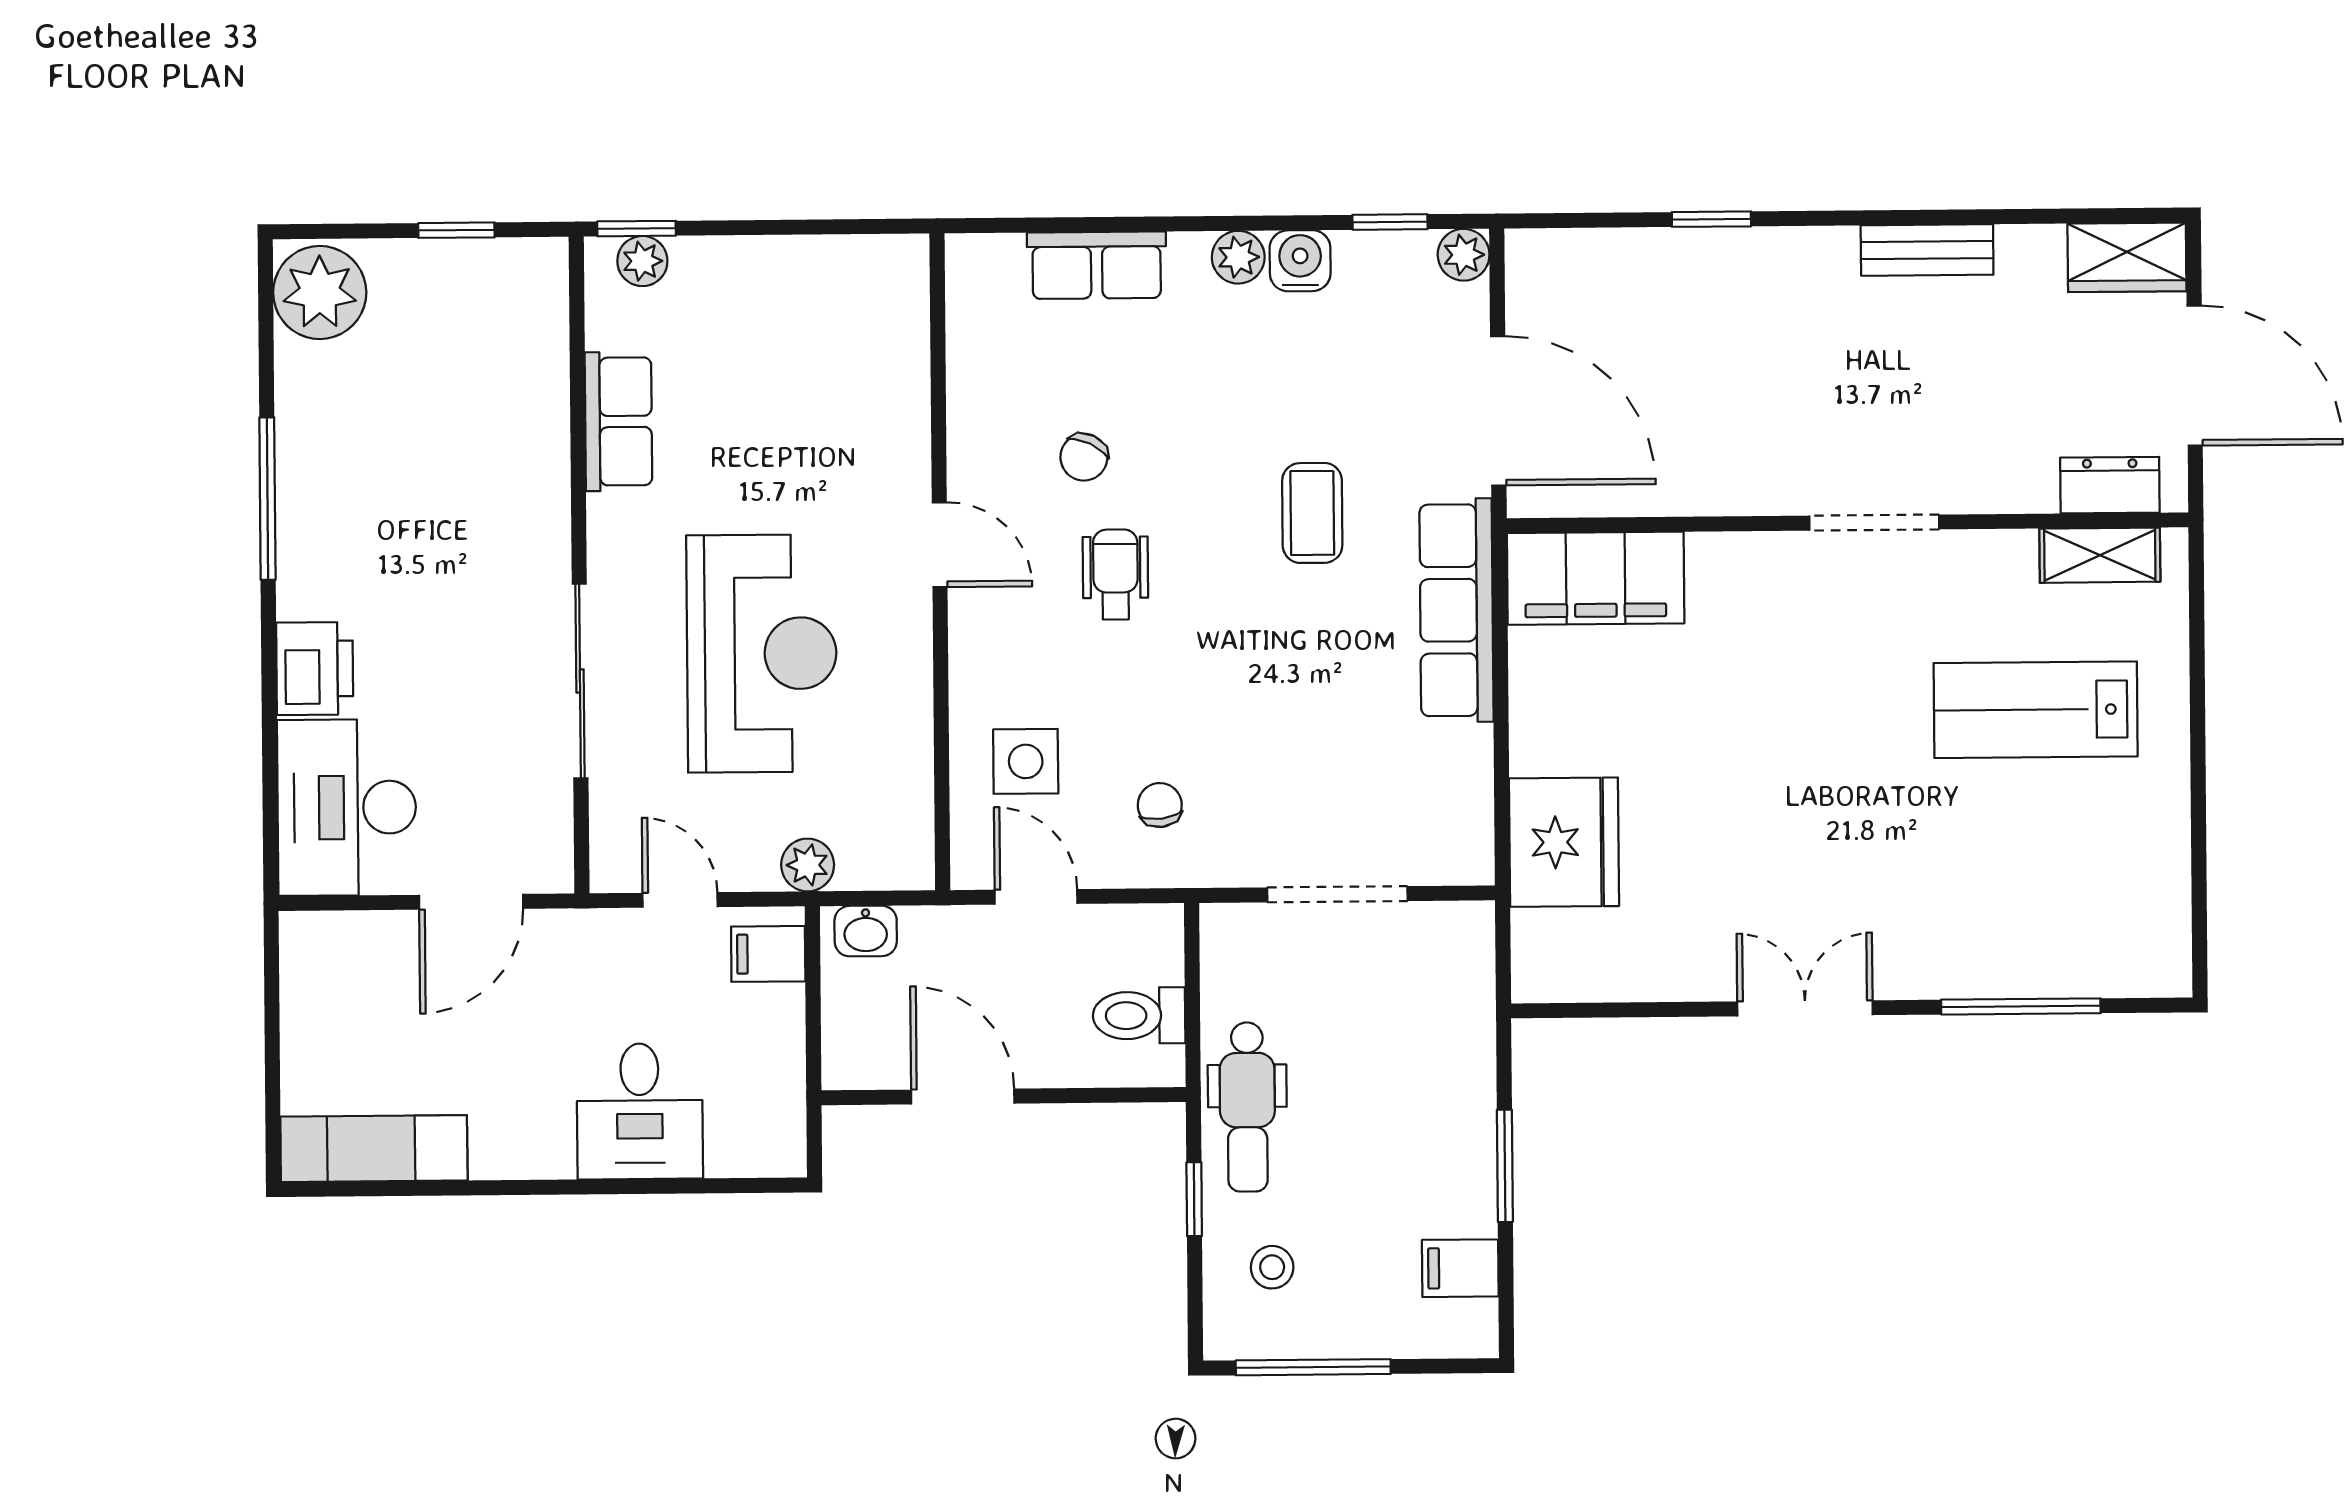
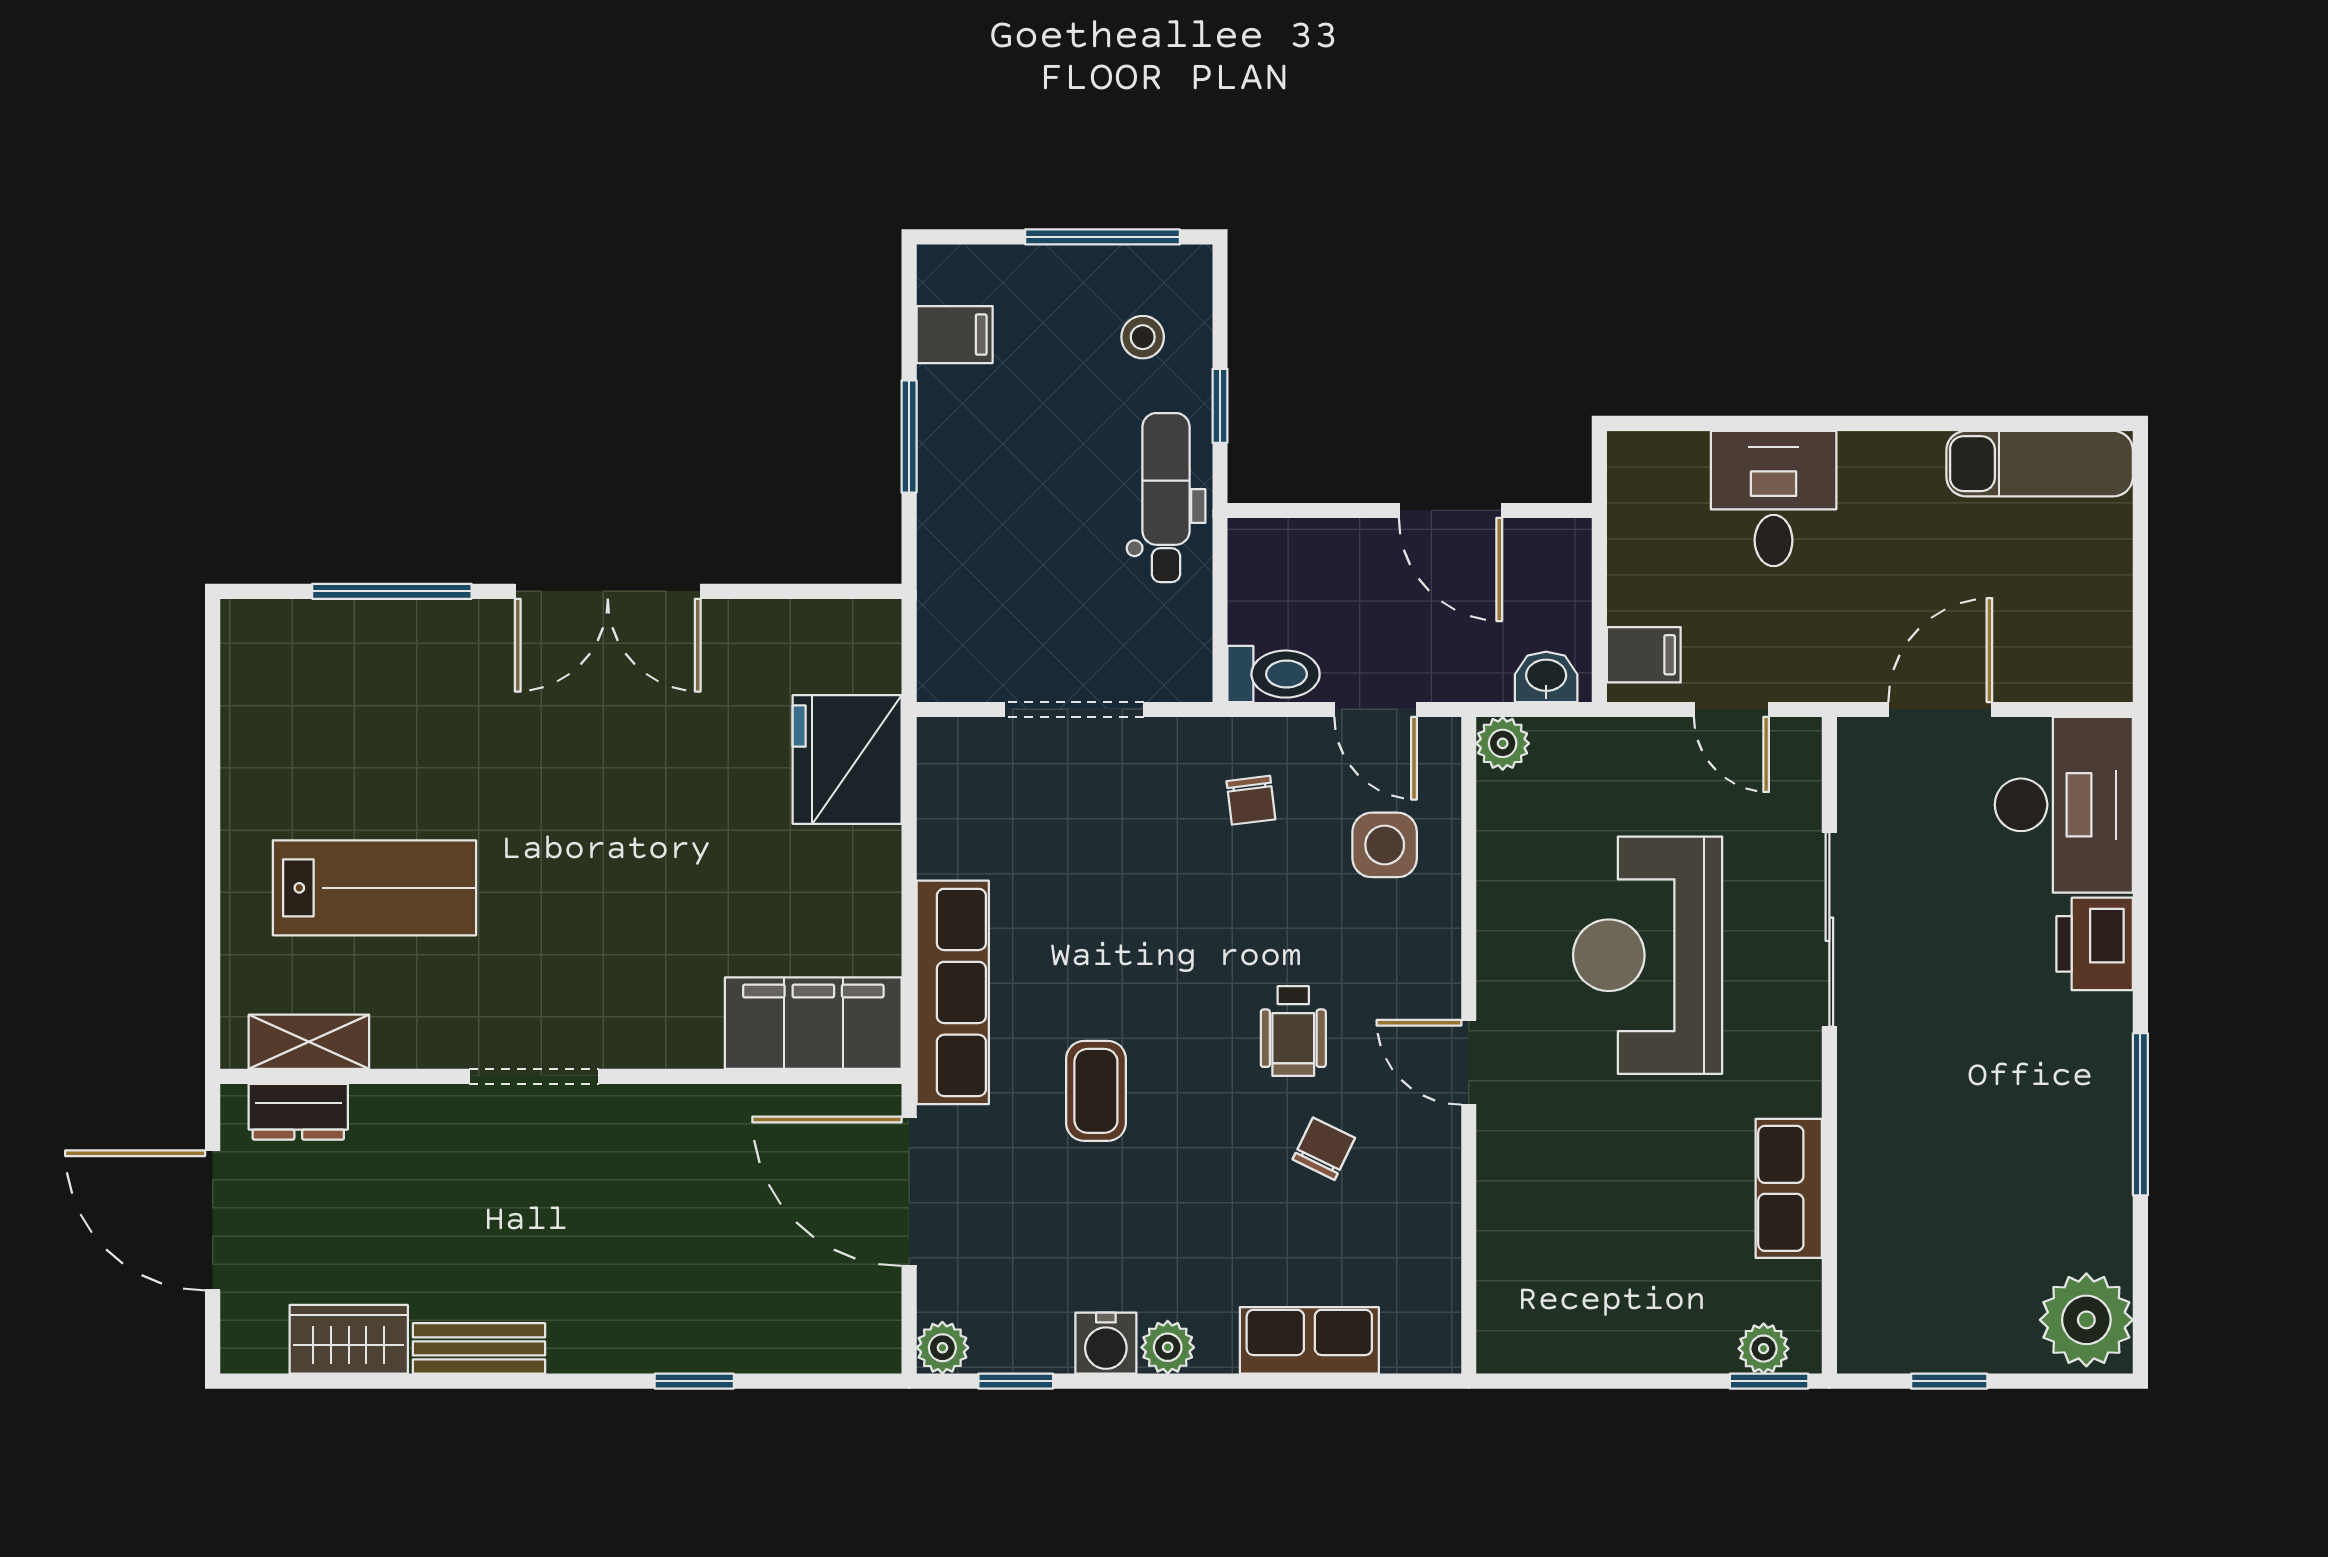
wardrobe: (2127, 257) -> (349, 1339), moved
plant: (808, 865) -> (1503, 743), moved
double door: (1805, 1008) -> (608, 591), width x1.37
toilet: (1139, 1016) -> (1274, 674), moved

